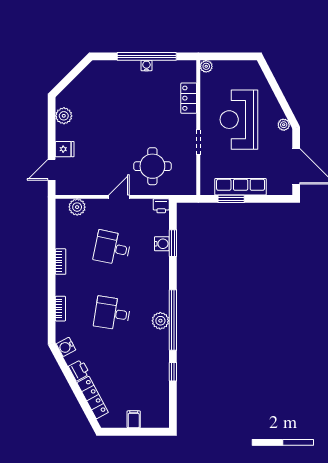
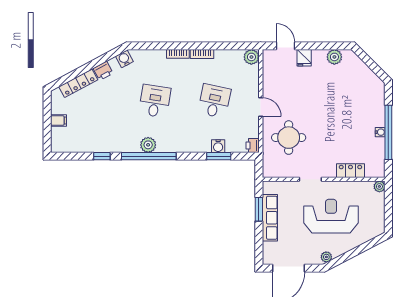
plant: (77, 207) -> (251, 57), moved
bookcase: (60, 309) -> (178, 54), moved

